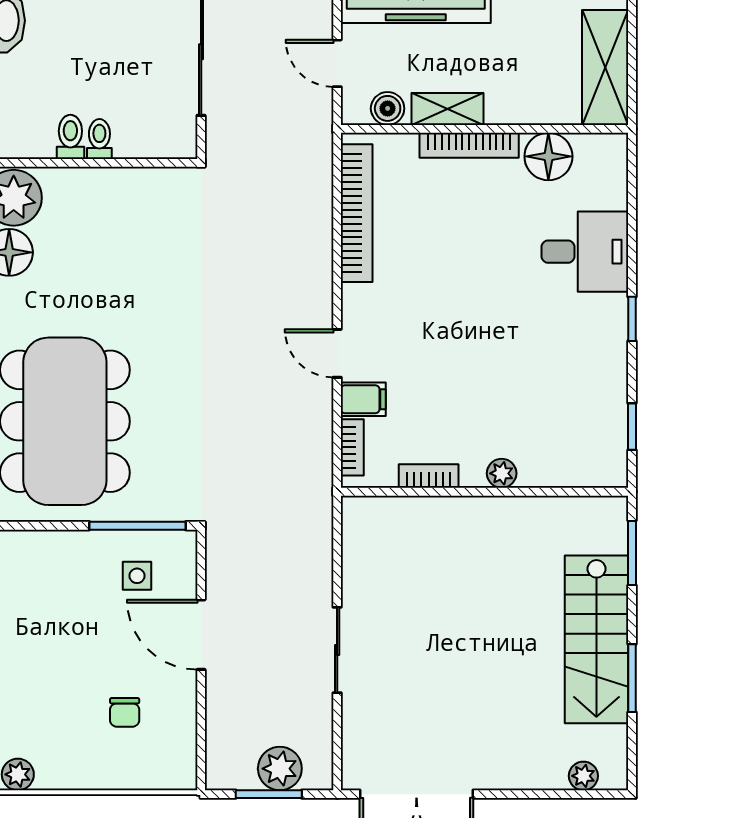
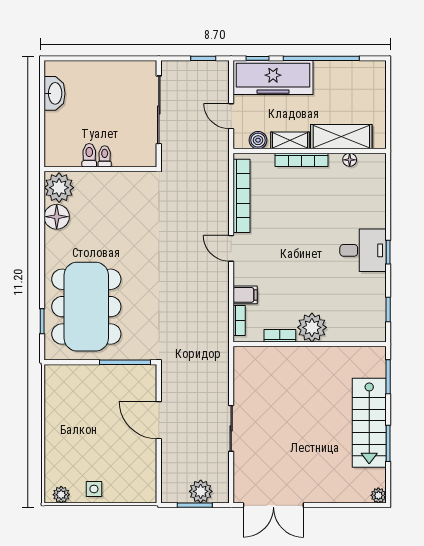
shelving: (605, 67) -> (341, 137), moved, turned 90
floor lamp: (548, 156) -> (350, 160), width x0.53, depth x0.53
desk: (585, 252) -> (363, 250), moved
door: (337, 353) -> (231, 248), moved
plant: (502, 473) -> (312, 327), width x1.88, depth x1.88
side table: (137, 576) -> (94, 489), moved
chair: (125, 712) -> (118, 462), removed
plant: (583, 776) -> (378, 495), moved

